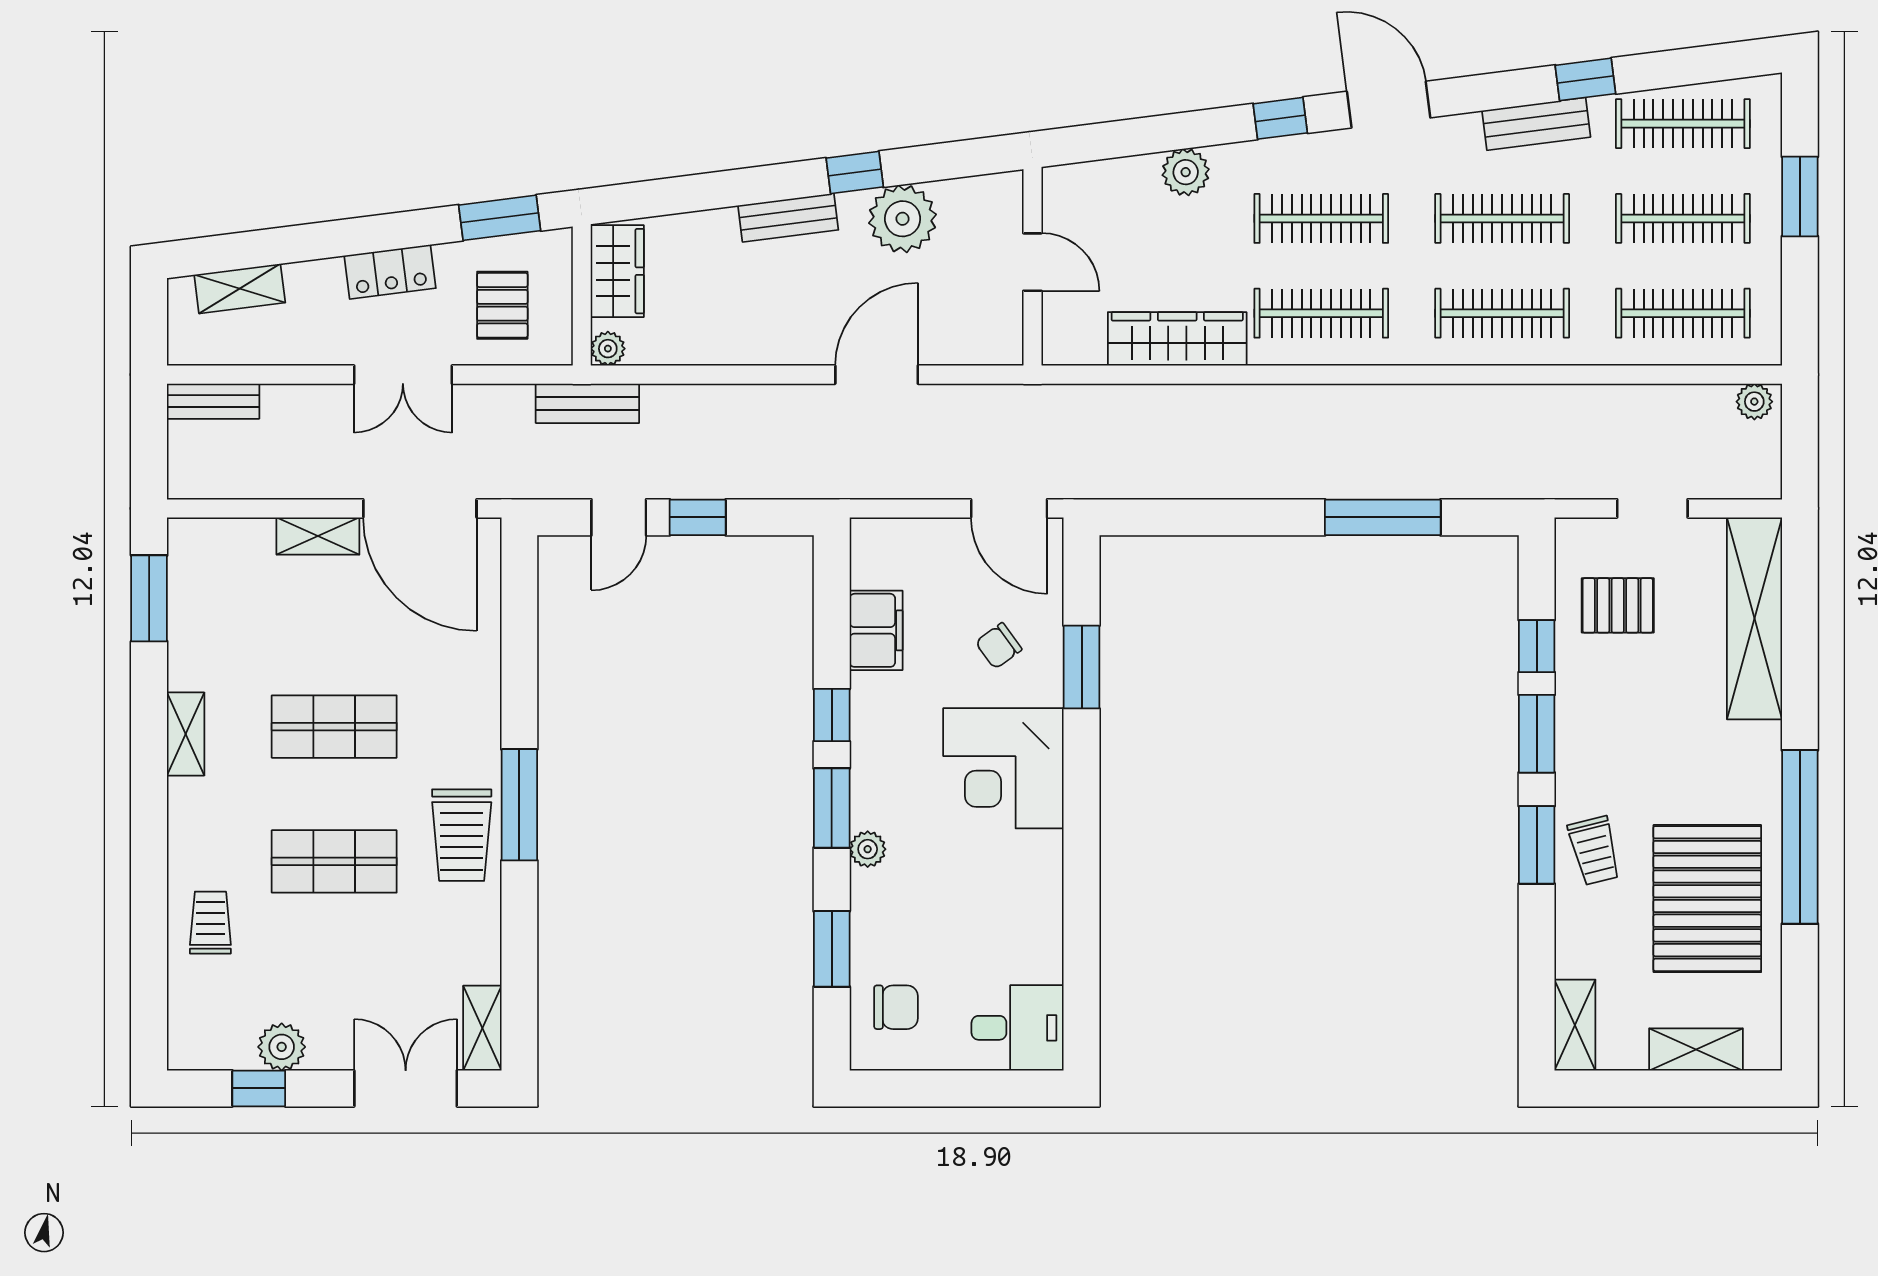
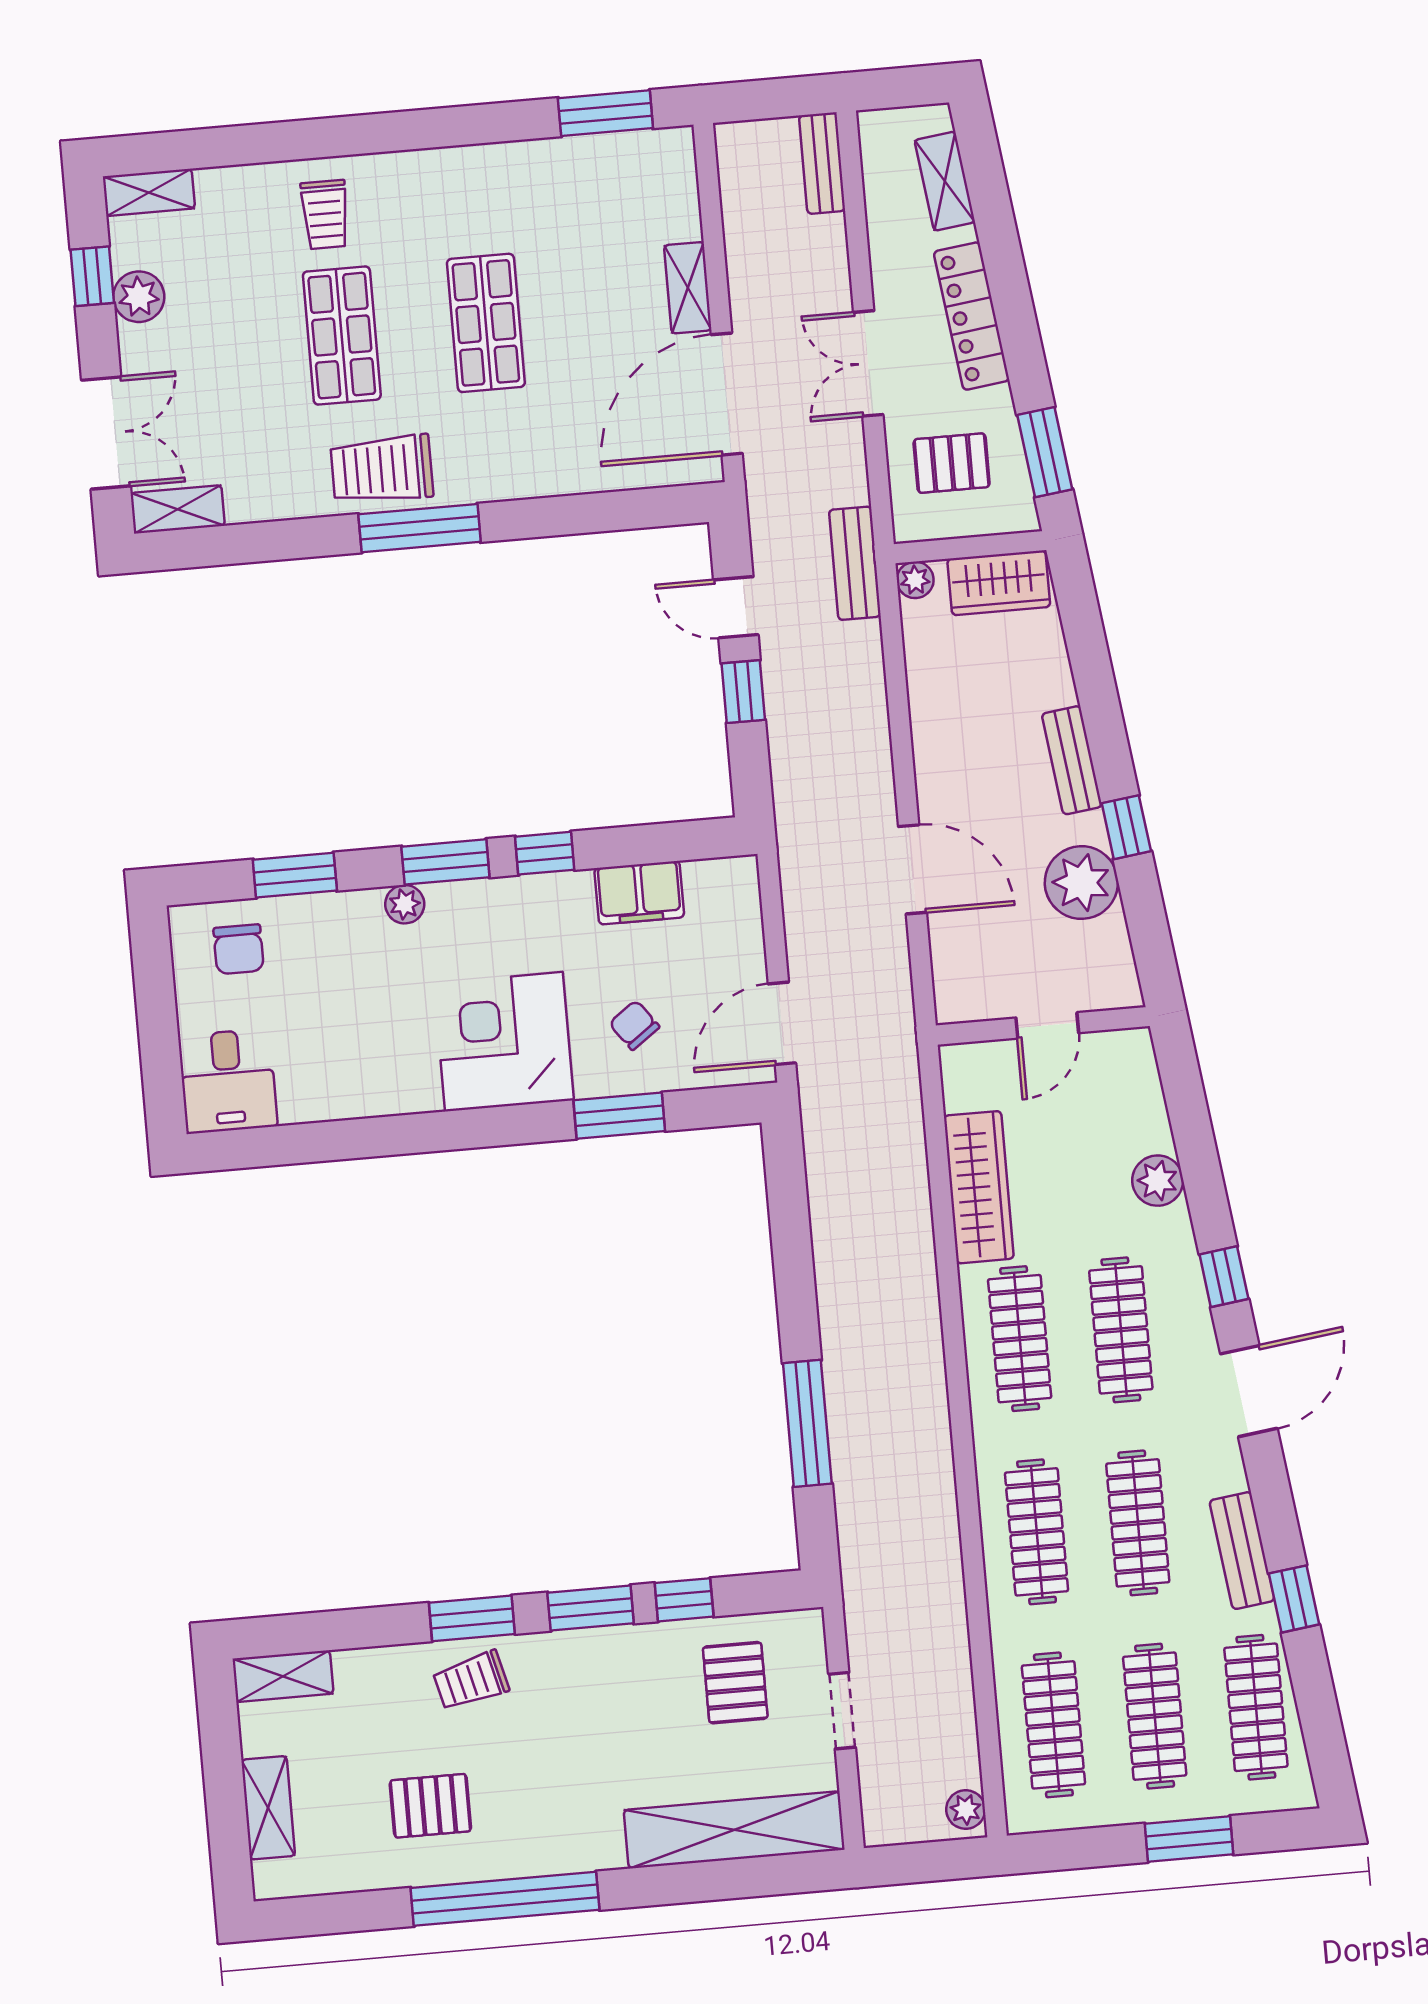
locker: (390, 272) -> (972, 316), width x1.53
shelving: (186, 734) -> (149, 192), moved
pallet: (1707, 899) -> (430, 1806), width x0.49, depth x0.50
trolley: (210, 923) -> (325, 215), moved, turned 90

